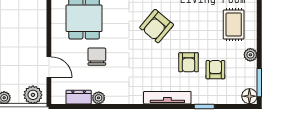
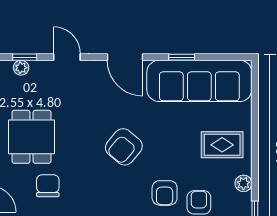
rug: (234, 24) -> (222, 145), turned 90

